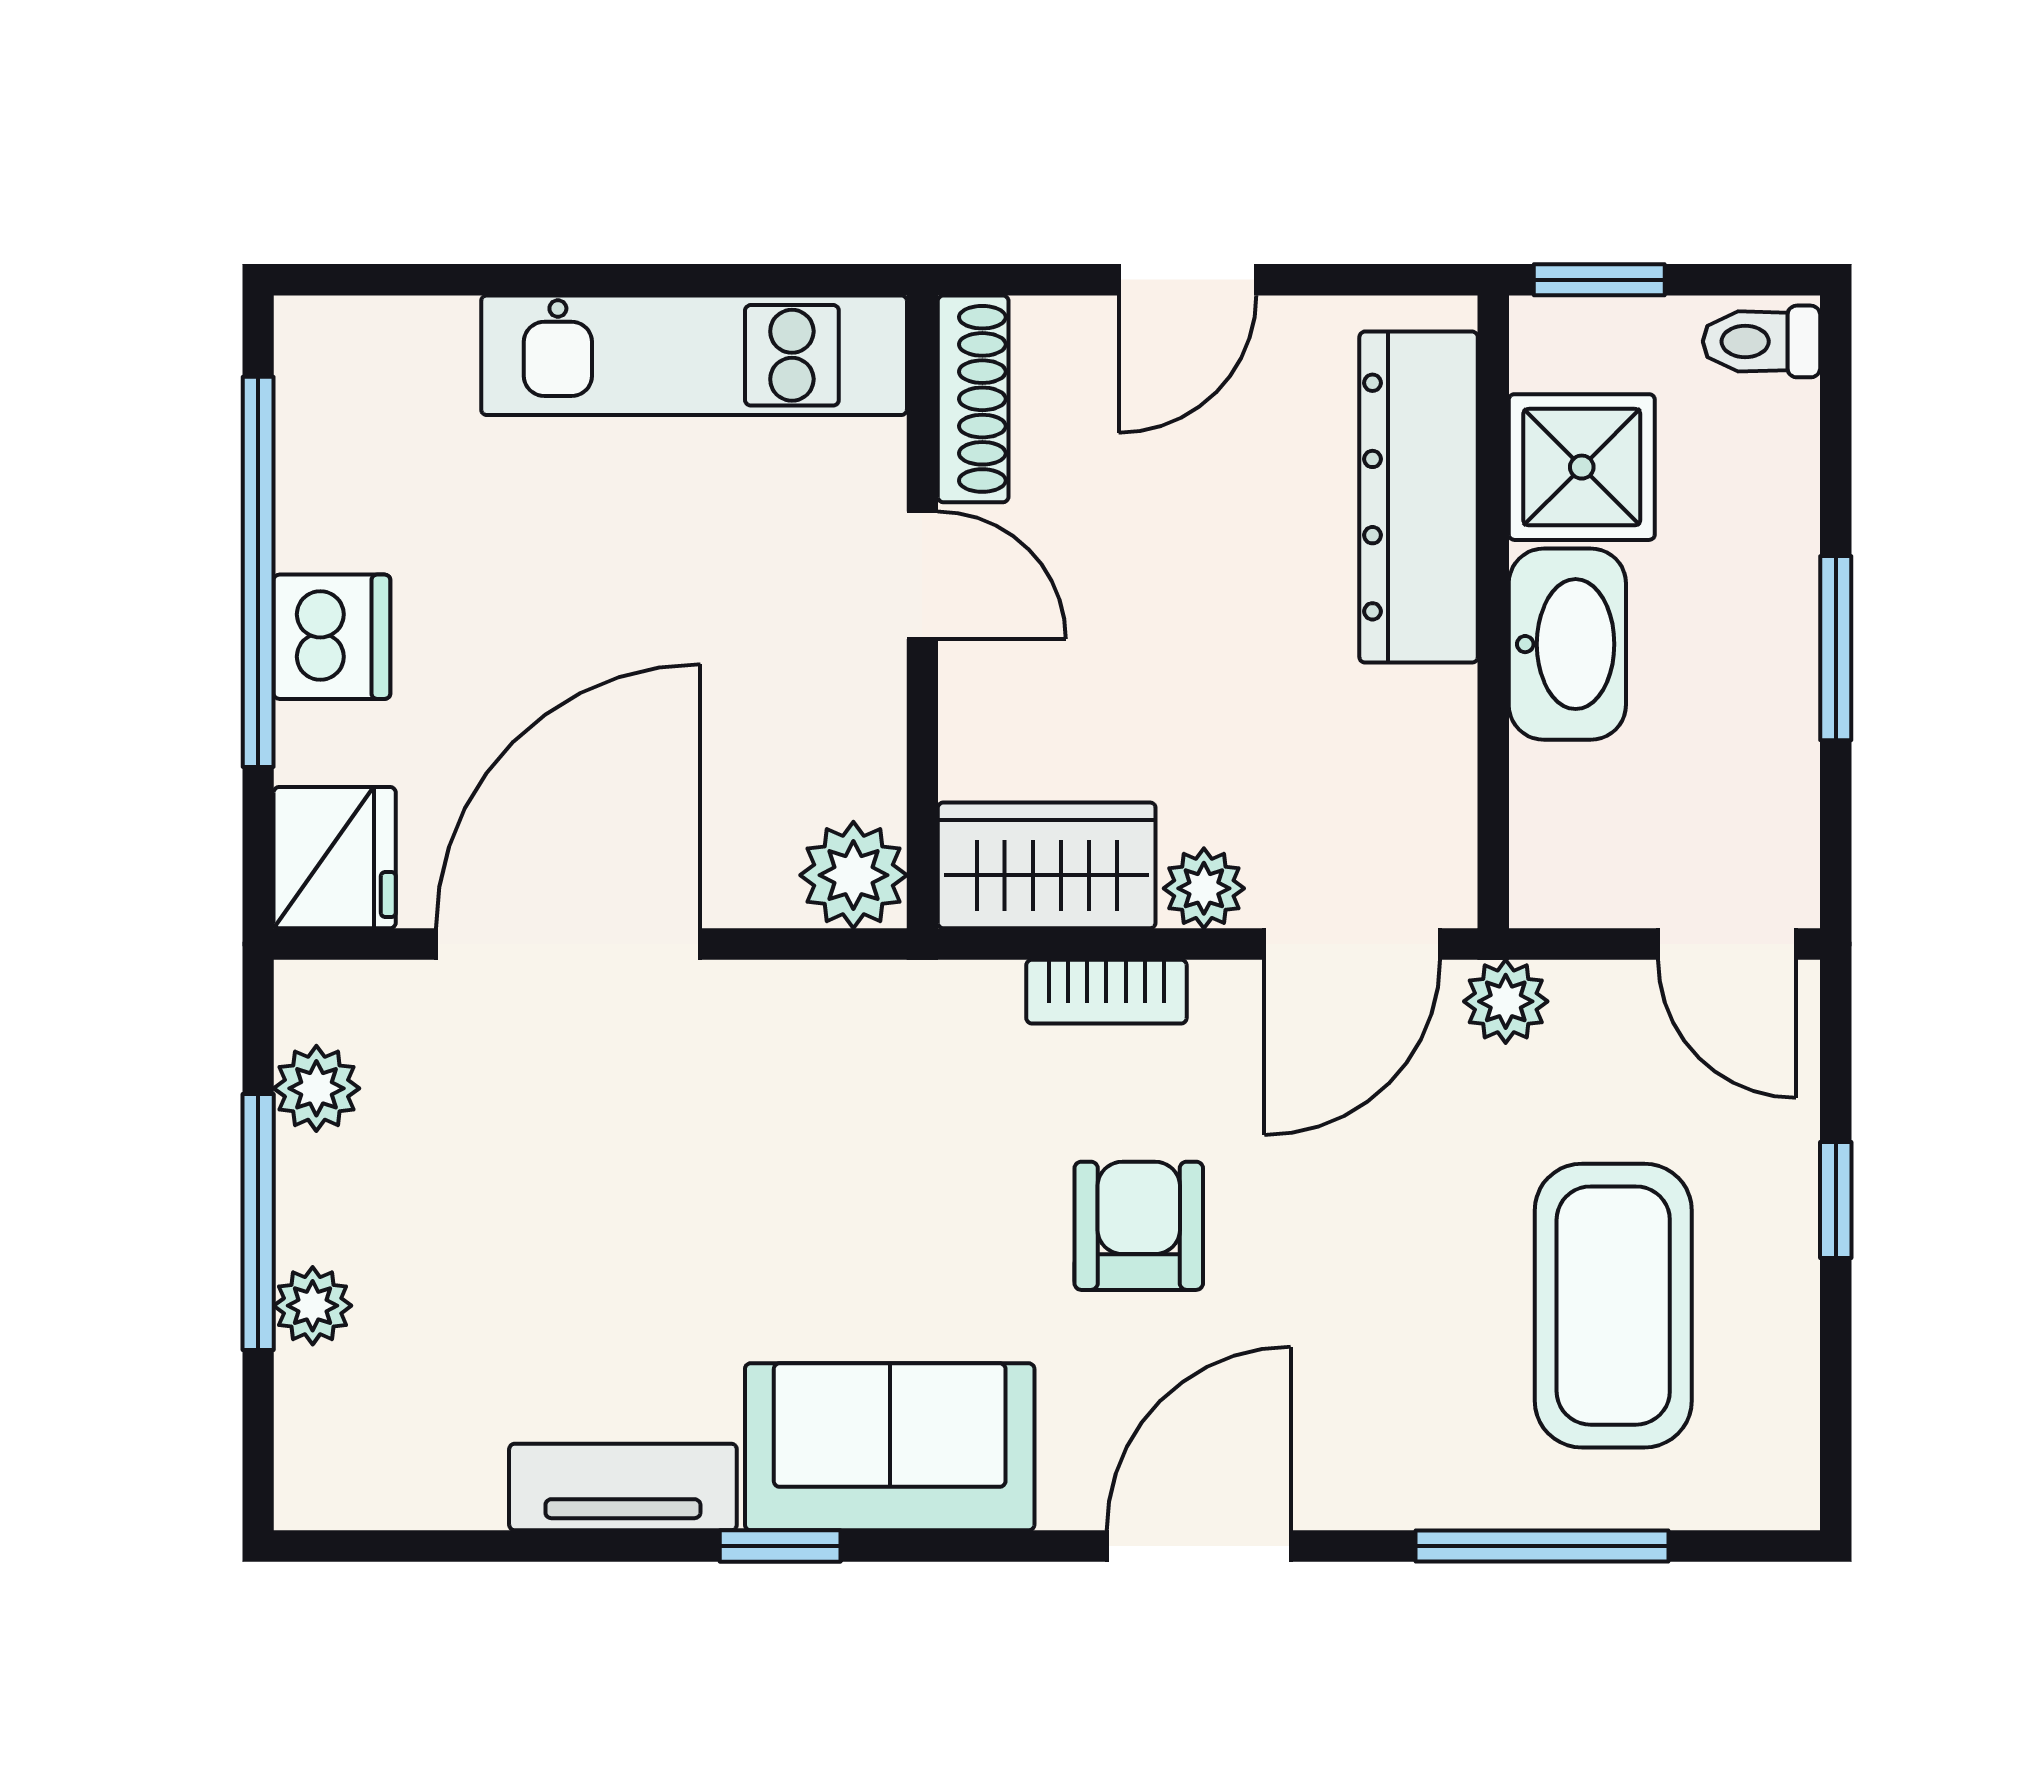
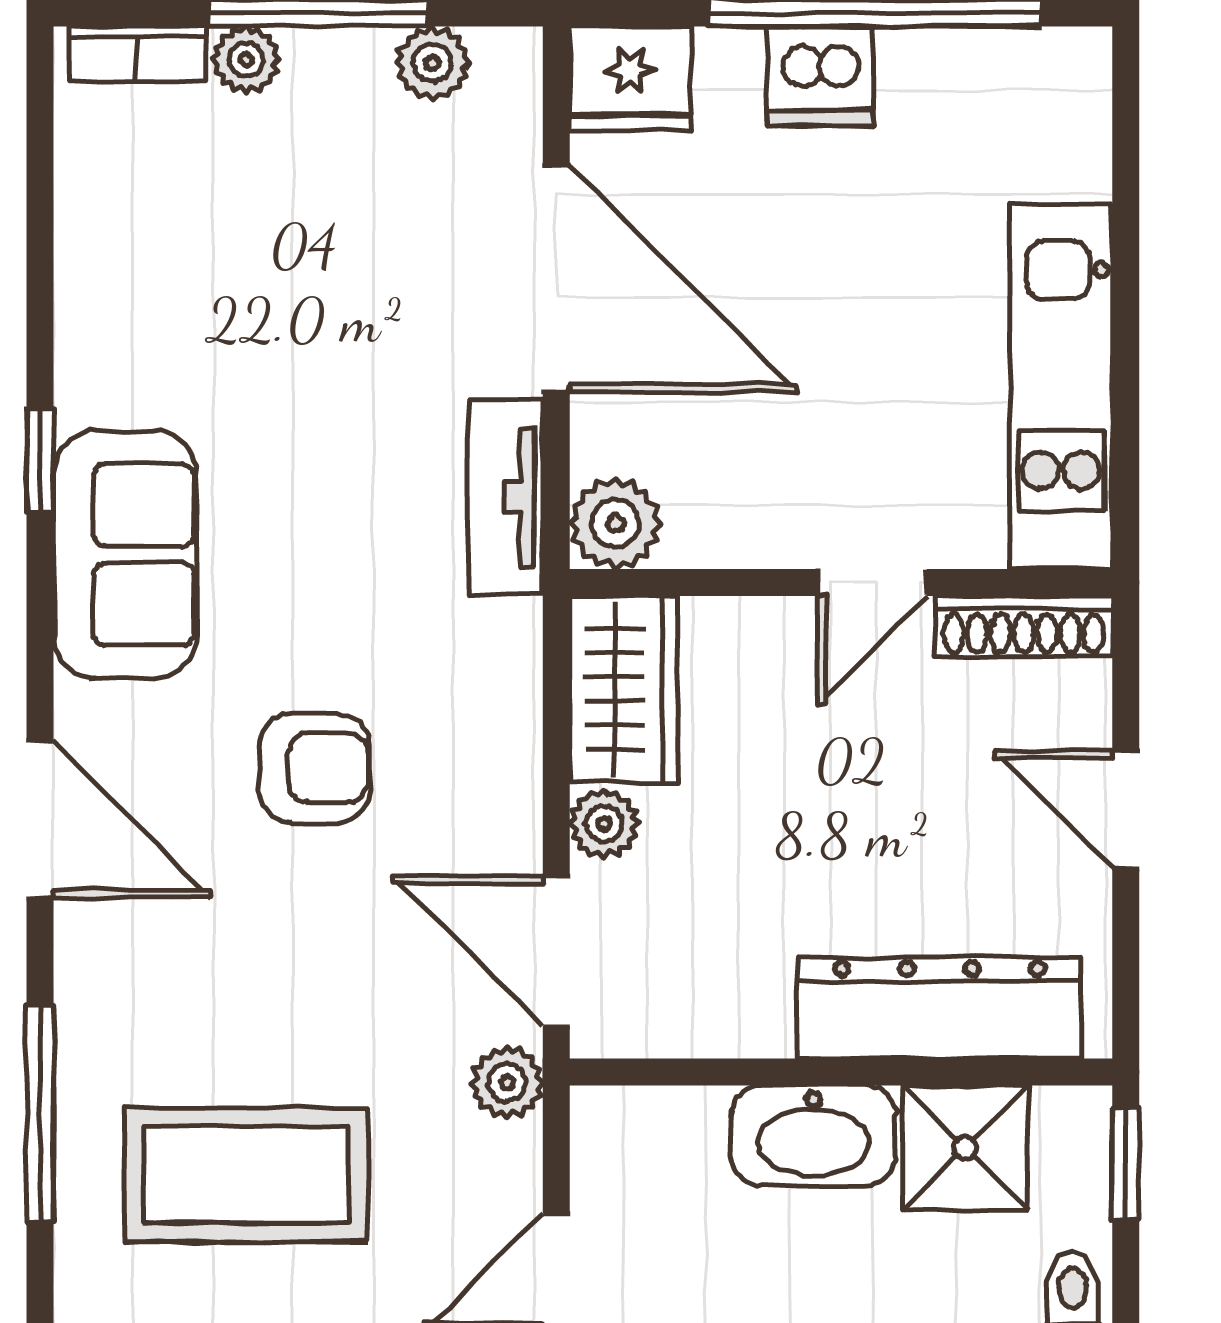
bookcase: (1106, 992) -> (137, 54), moved, turned -90
tv unit: (623, 1487) -> (506, 497), moved, turned 180

